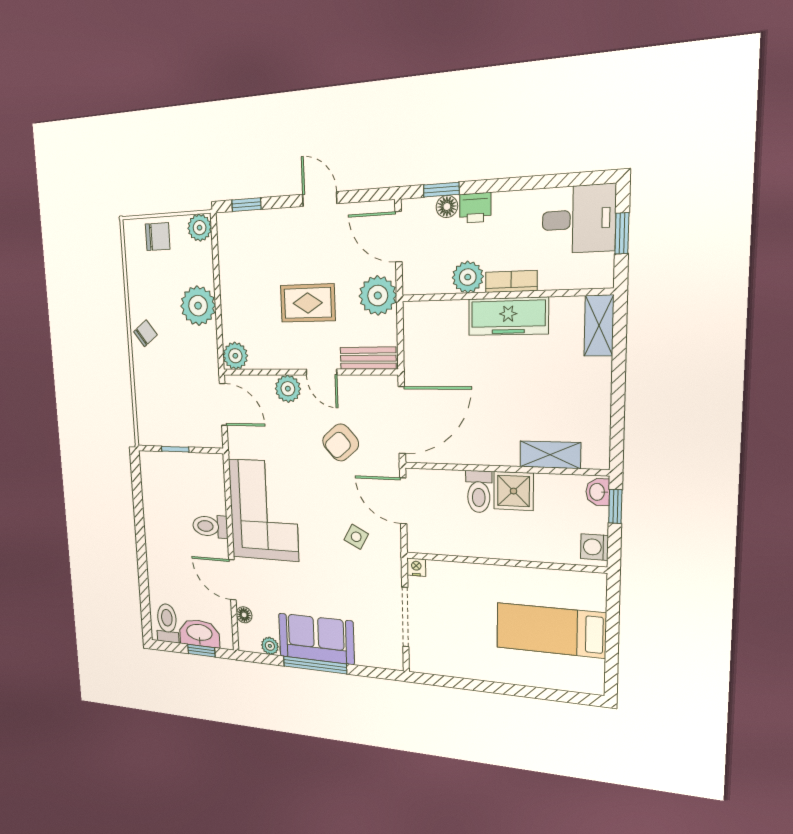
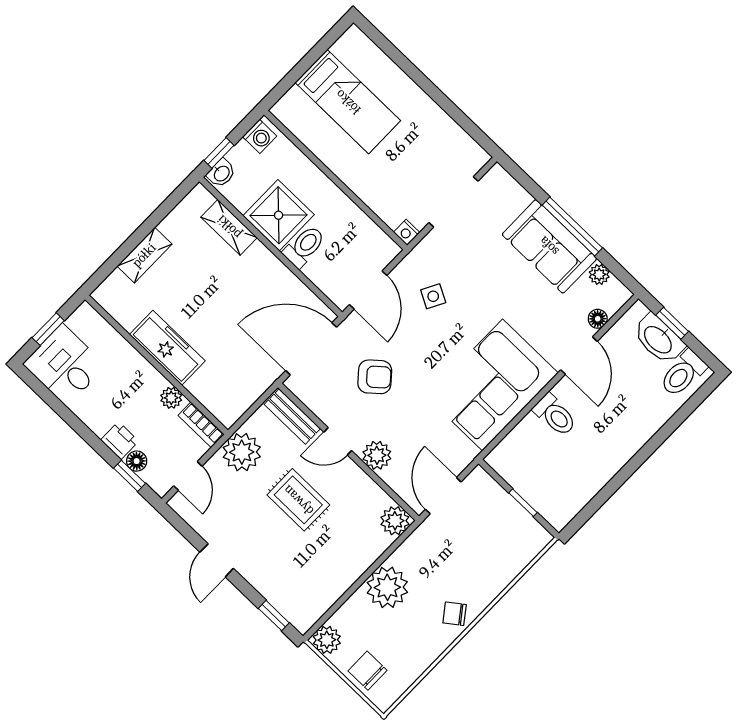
door: (399, 237) -> (188, 476), width x0.73
plant: (468, 277) -> (171, 398), width x0.73, depth x0.73
bookcase: (511, 281) -> (201, 425), moved
shelving: (599, 326) -> (144, 255), moved
door: (321, 372) -> (338, 441), swing flipped
shower: (514, 491) -> (279, 215), width x1.36, depth x1.36

